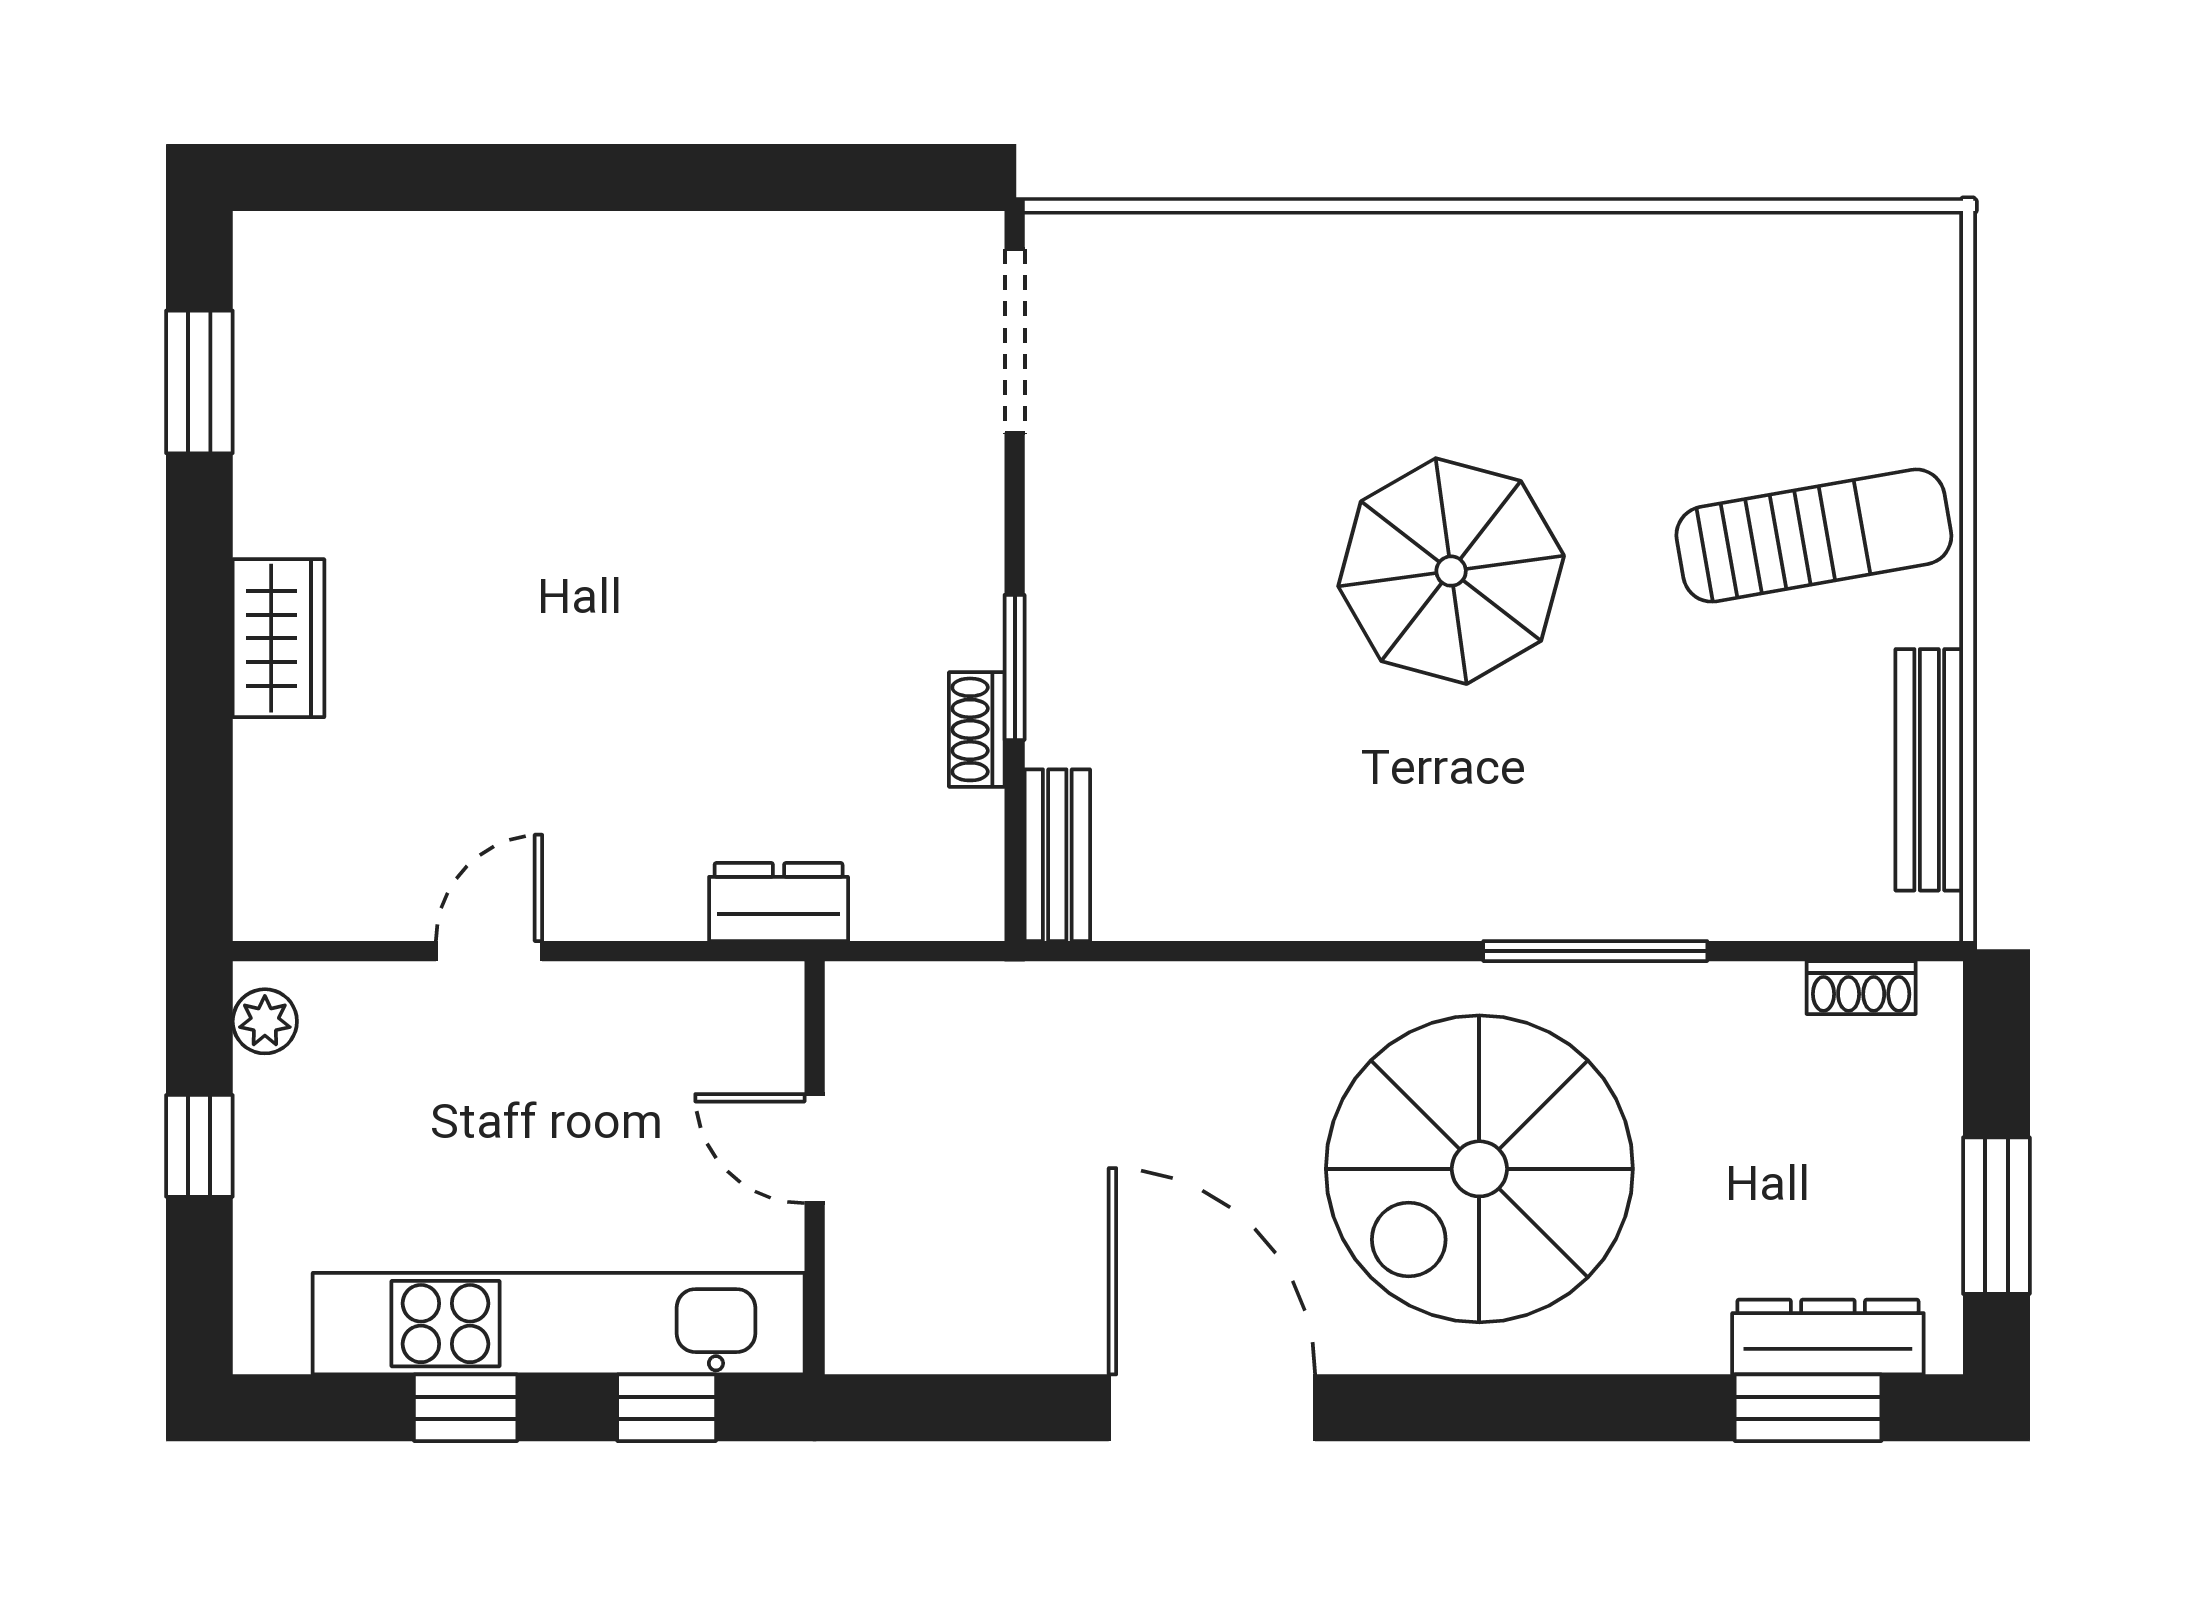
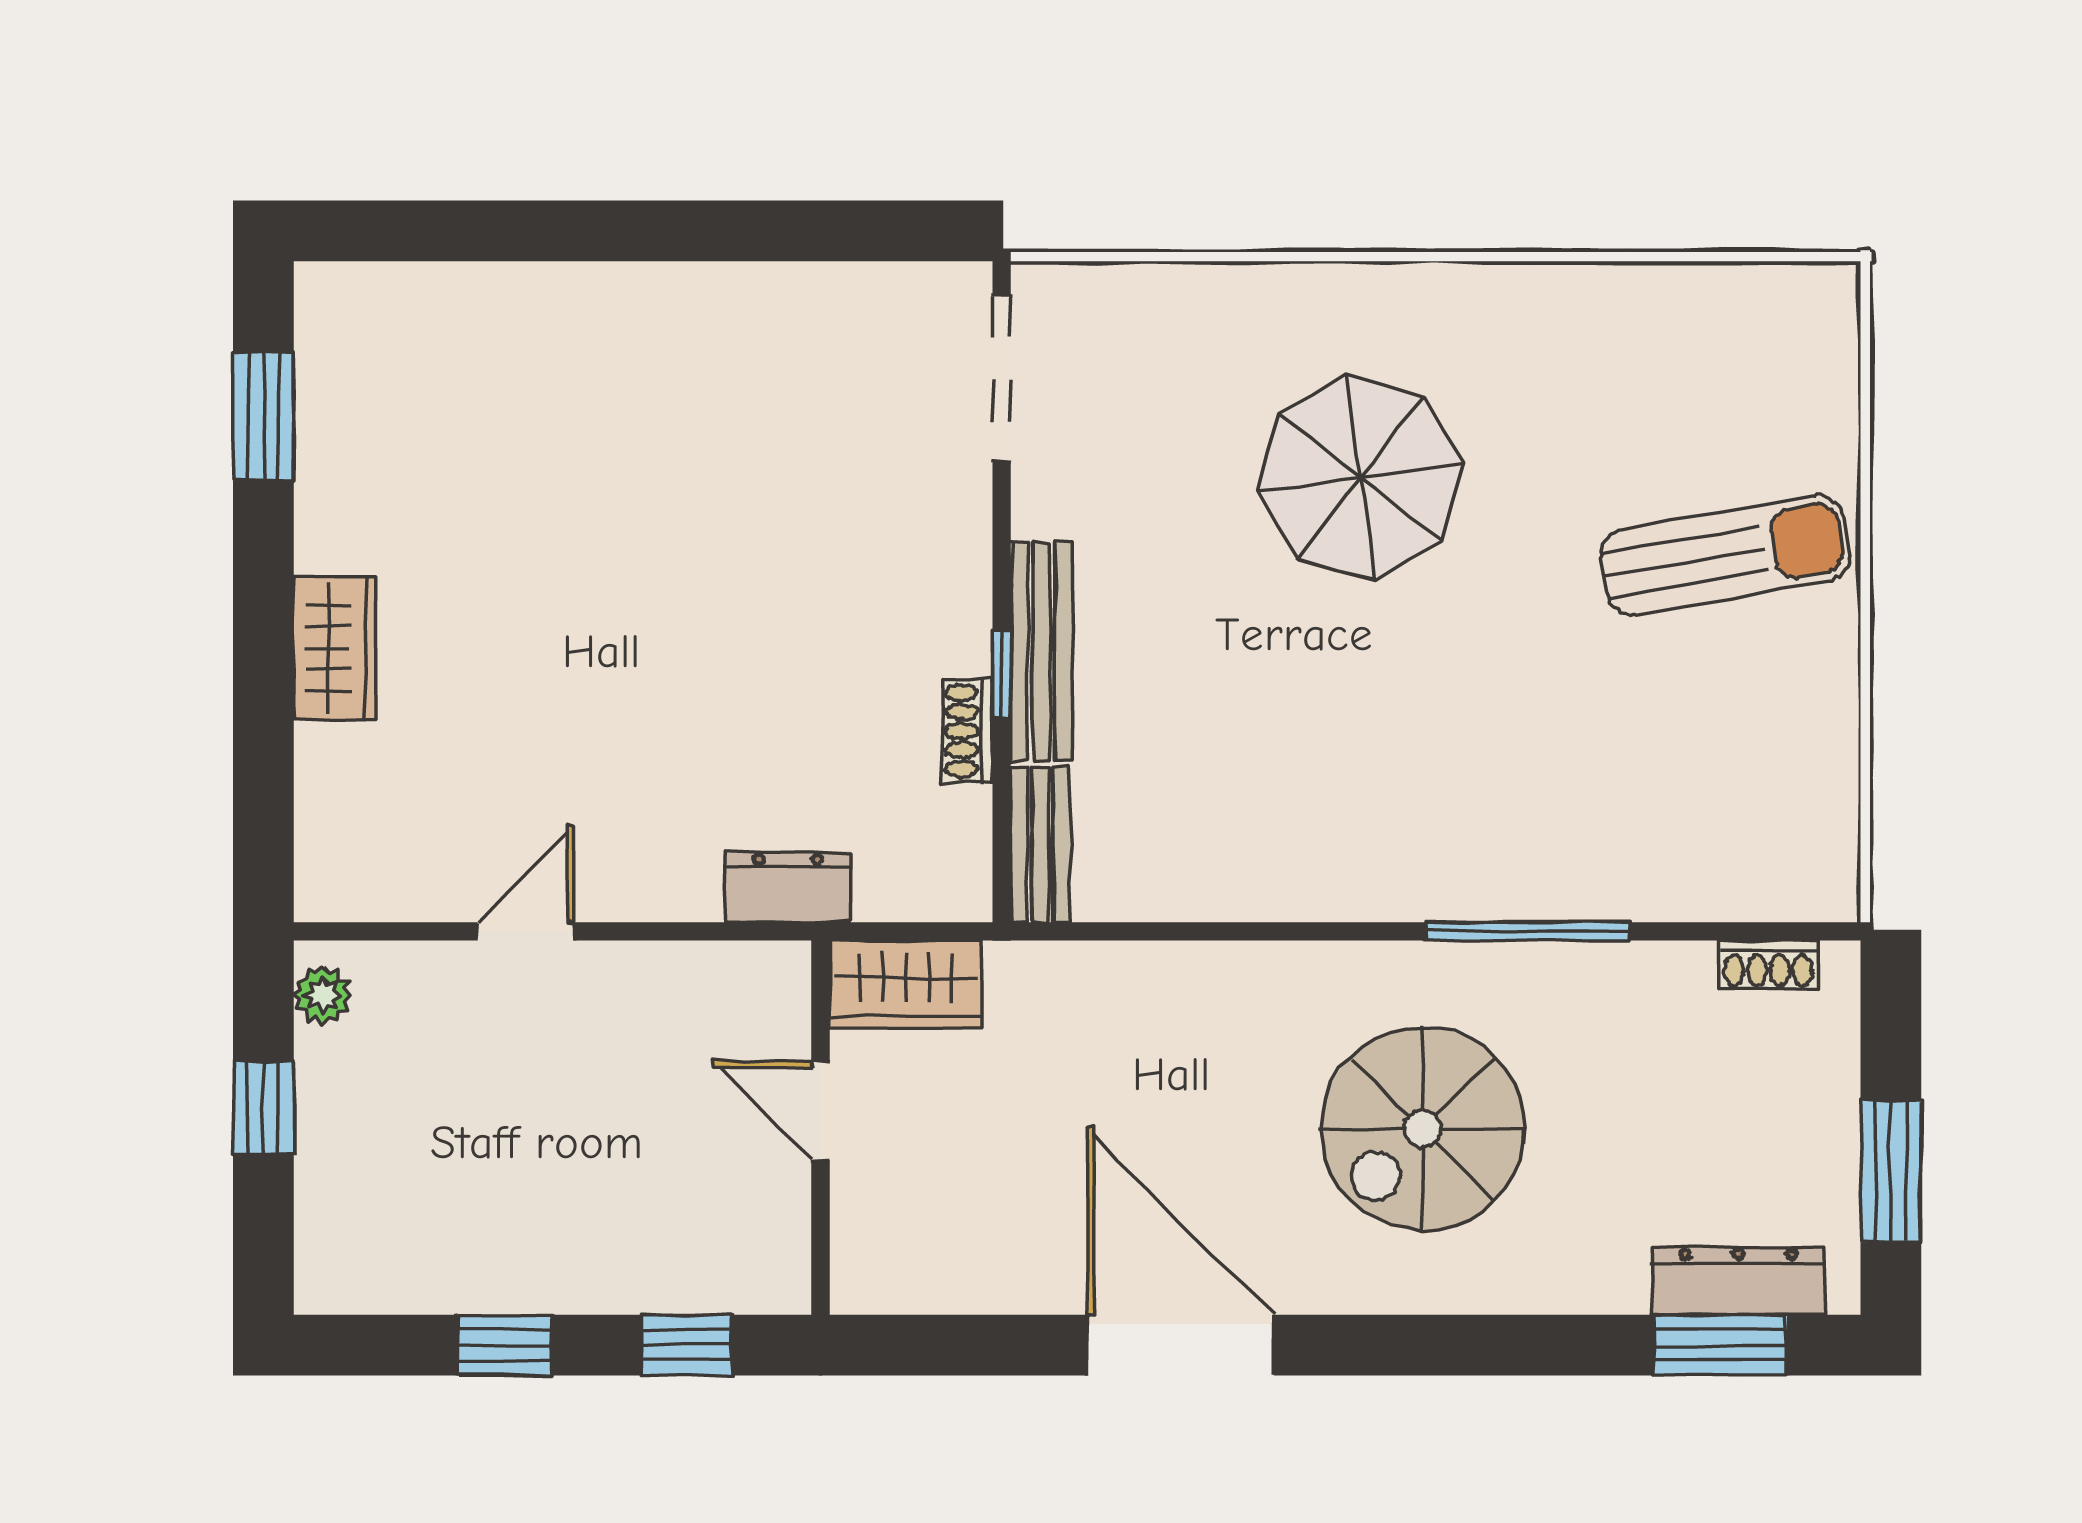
parasol: (1451, 571) -> (1360, 478), moved
window: (1015, 667) -> (1002, 675), width x0.67
bench: (1929, 770) -> (1041, 652), moved
wardrobe: (908, 1010) -> (906, 985), added
spiral stairs: (1479, 1169) -> (1423, 1129), width x0.73, depth x0.73
kitchen unit: (559, 1324) -> (589, 1269), removed

